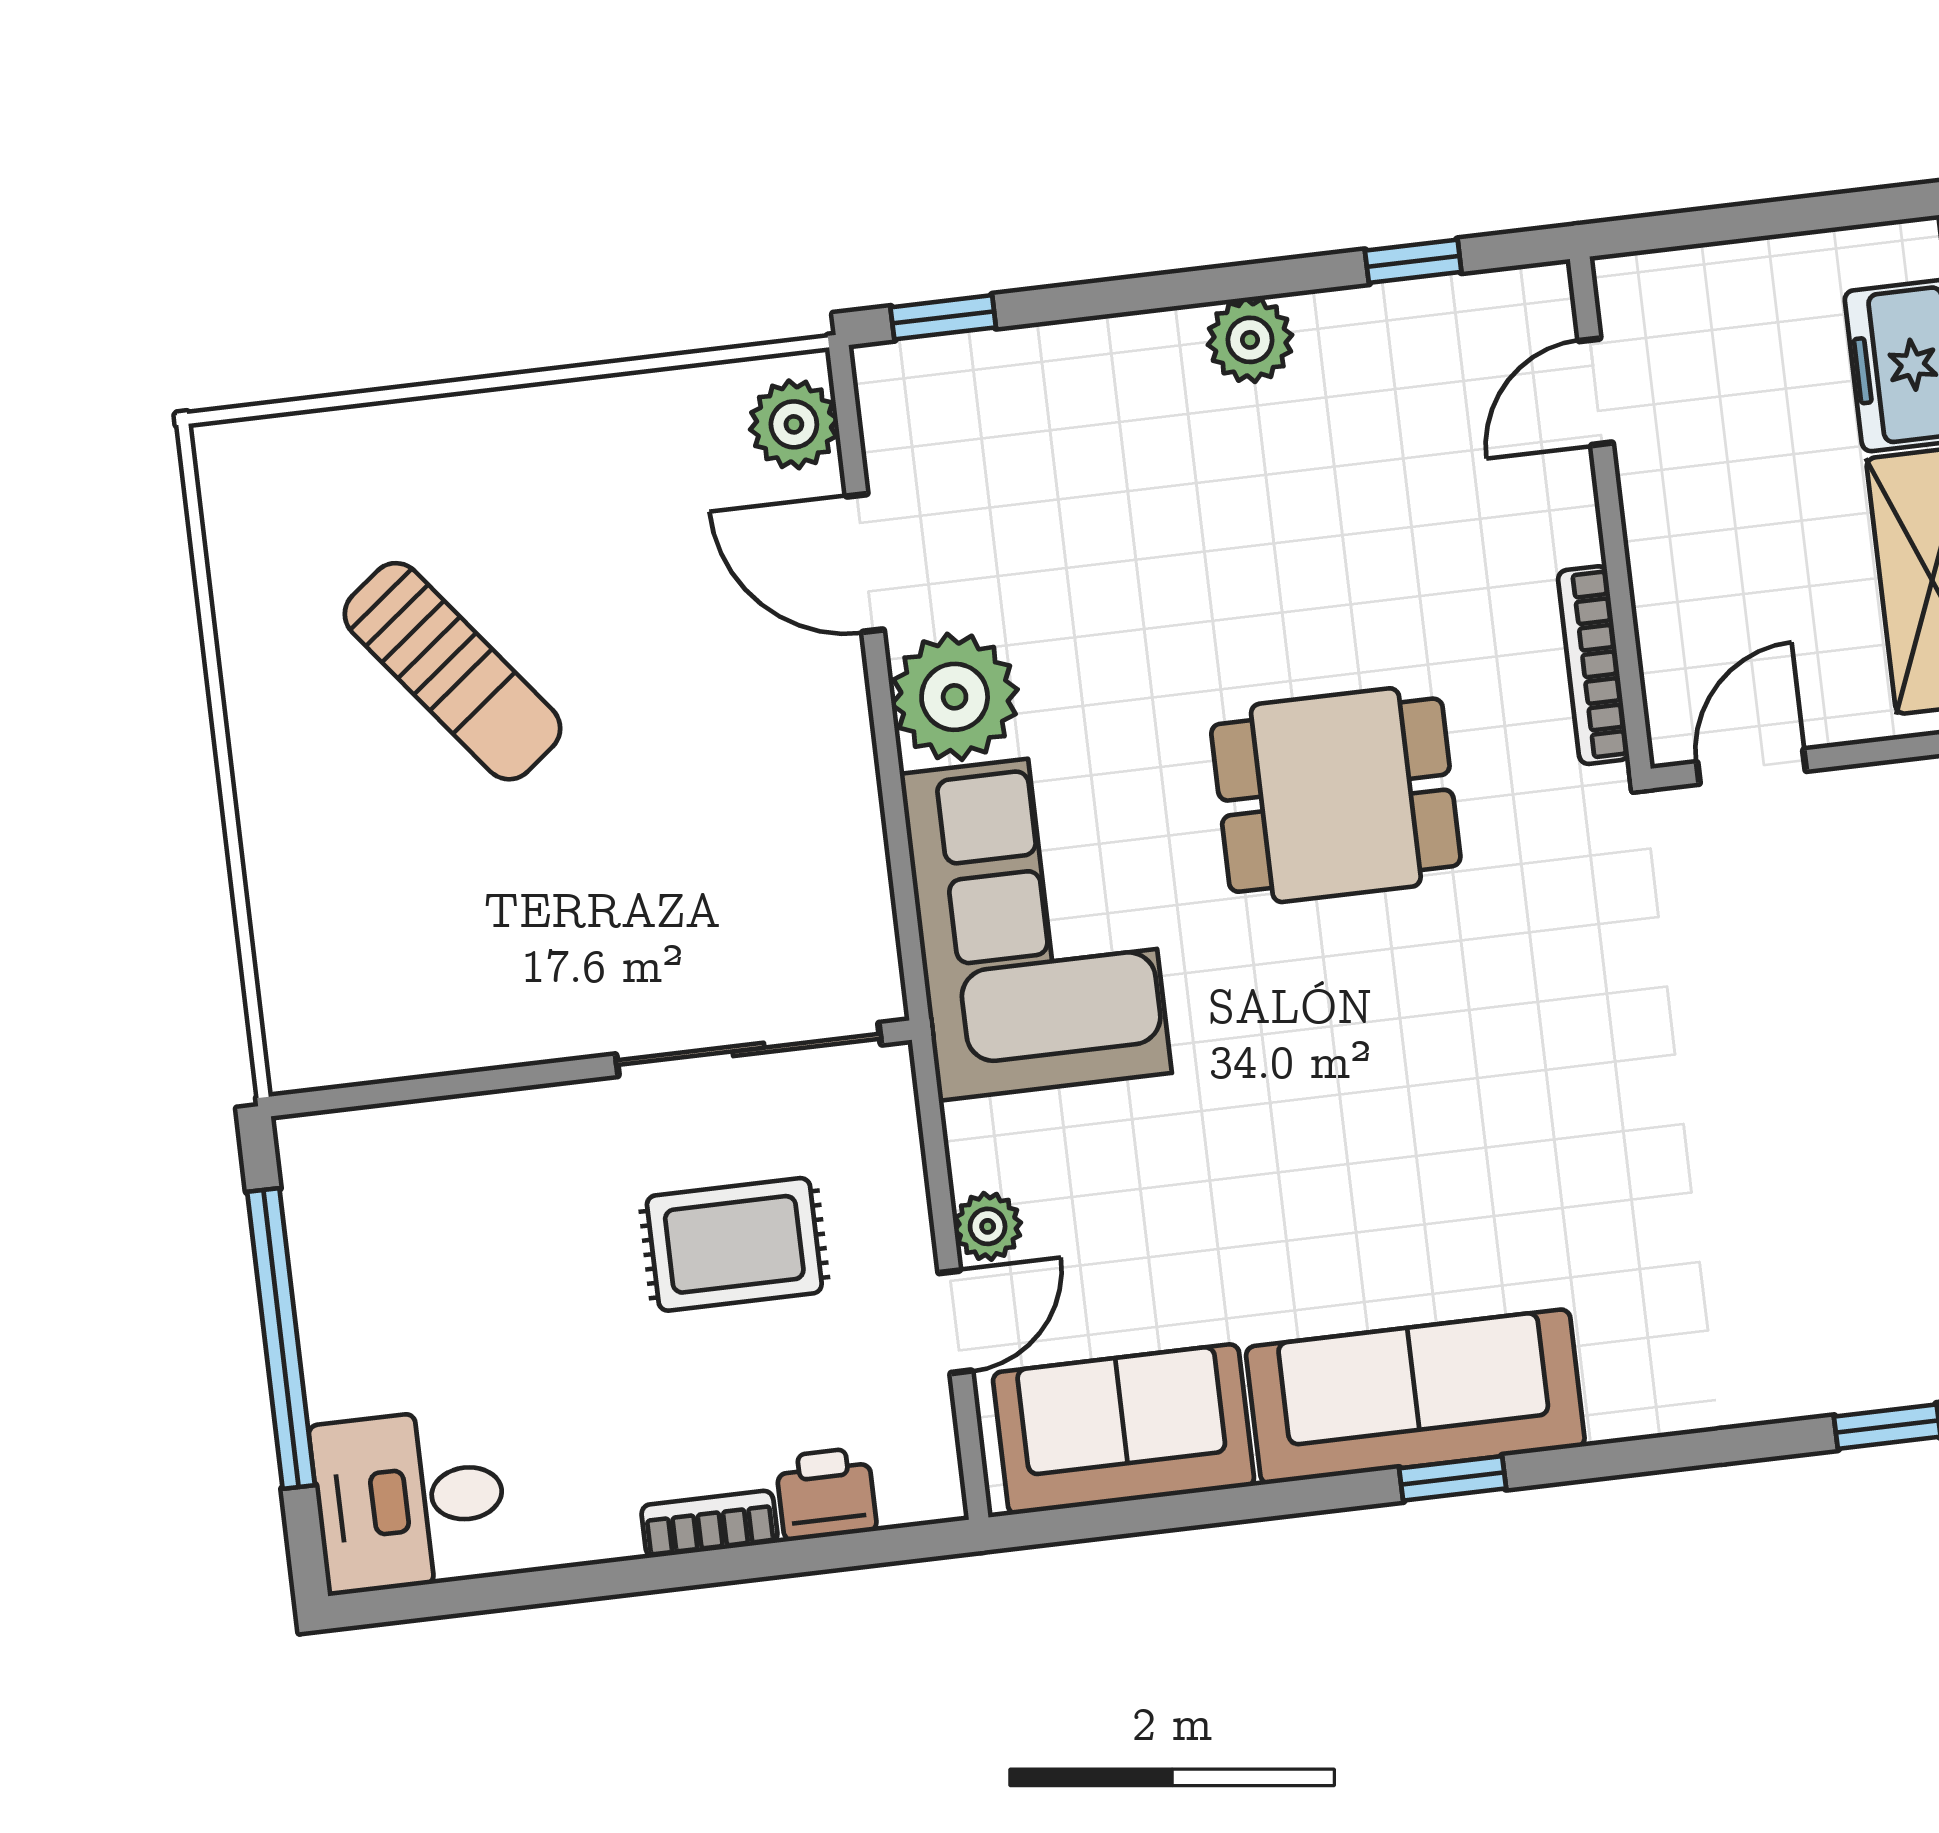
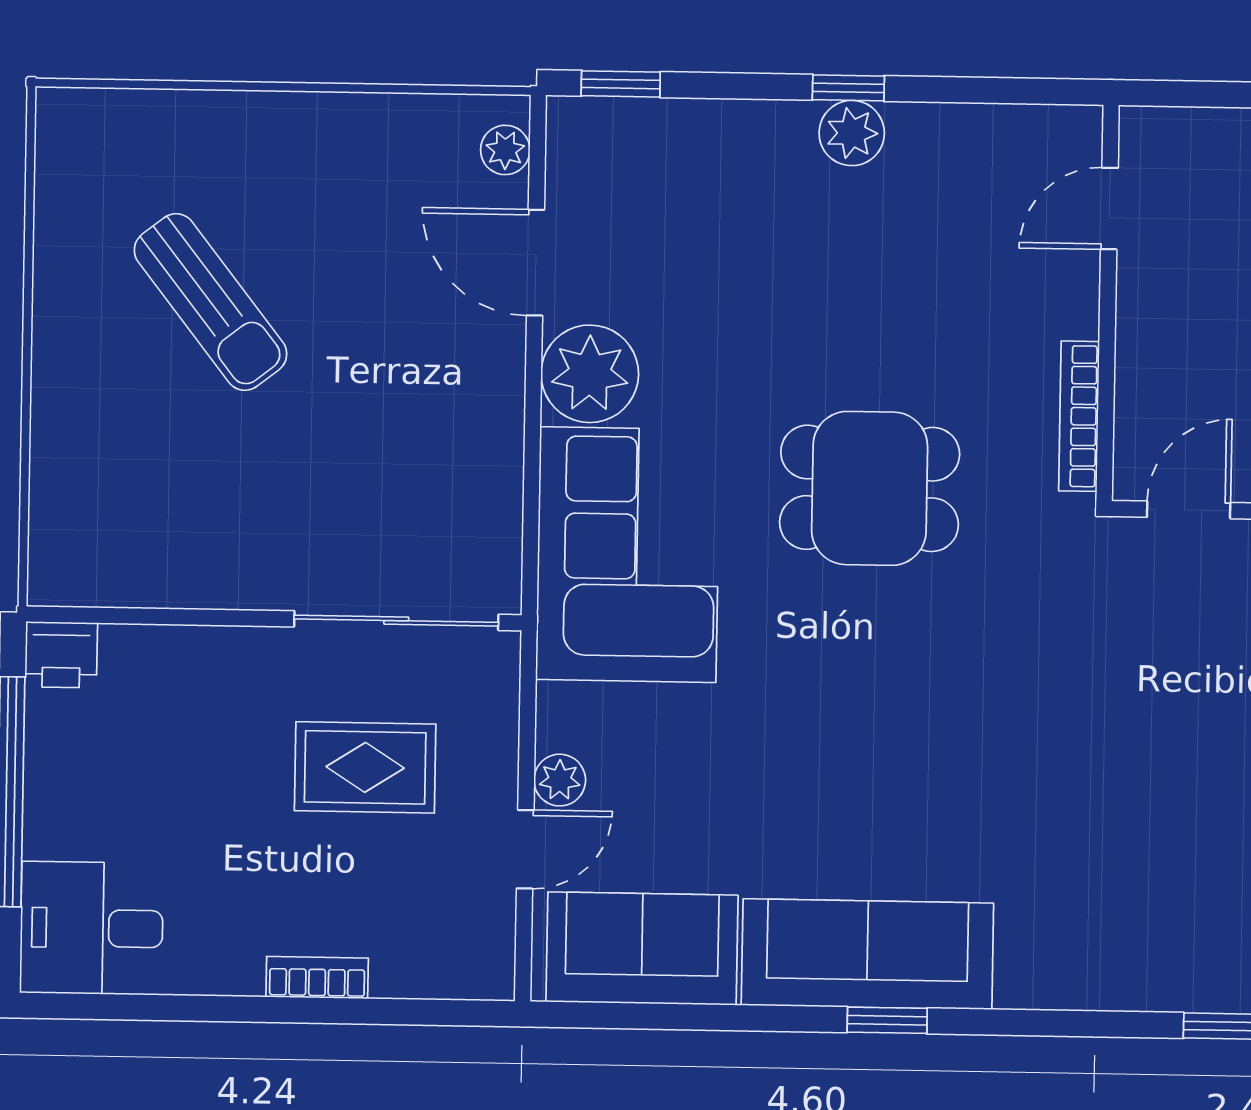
window: (1413, 261) -> (848, 88), moved
plant: (794, 424) -> (505, 150), width x0.73, depth x0.73
printer: (826, 1494) -> (61, 655), moved, turned 180

